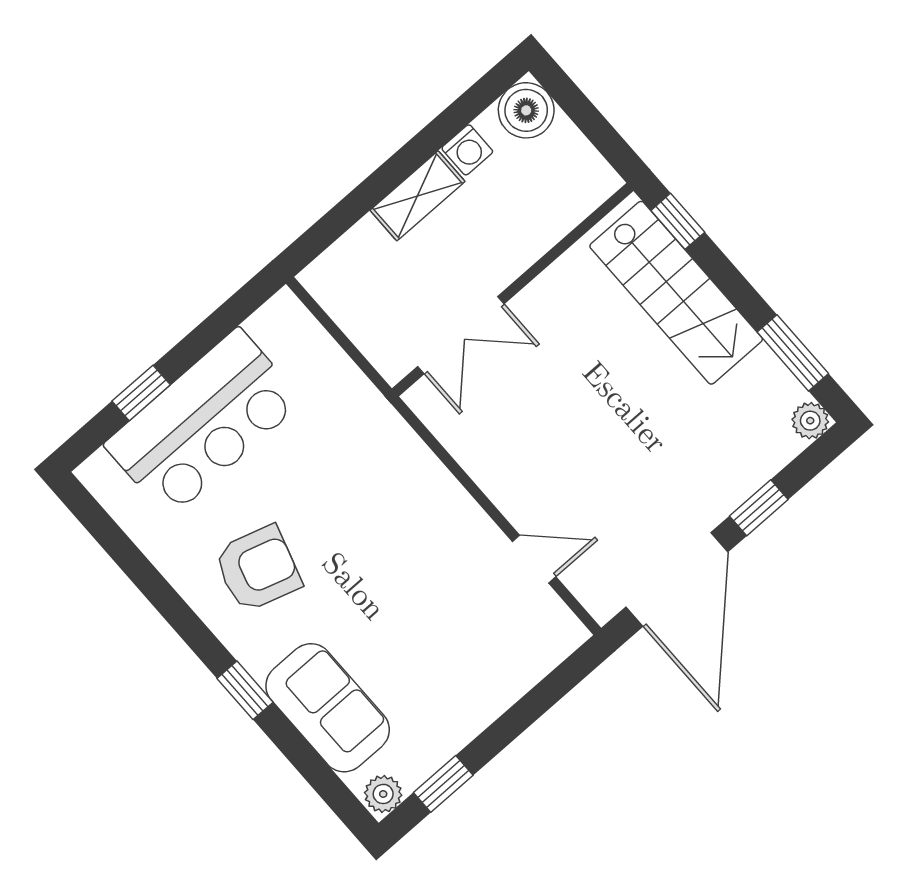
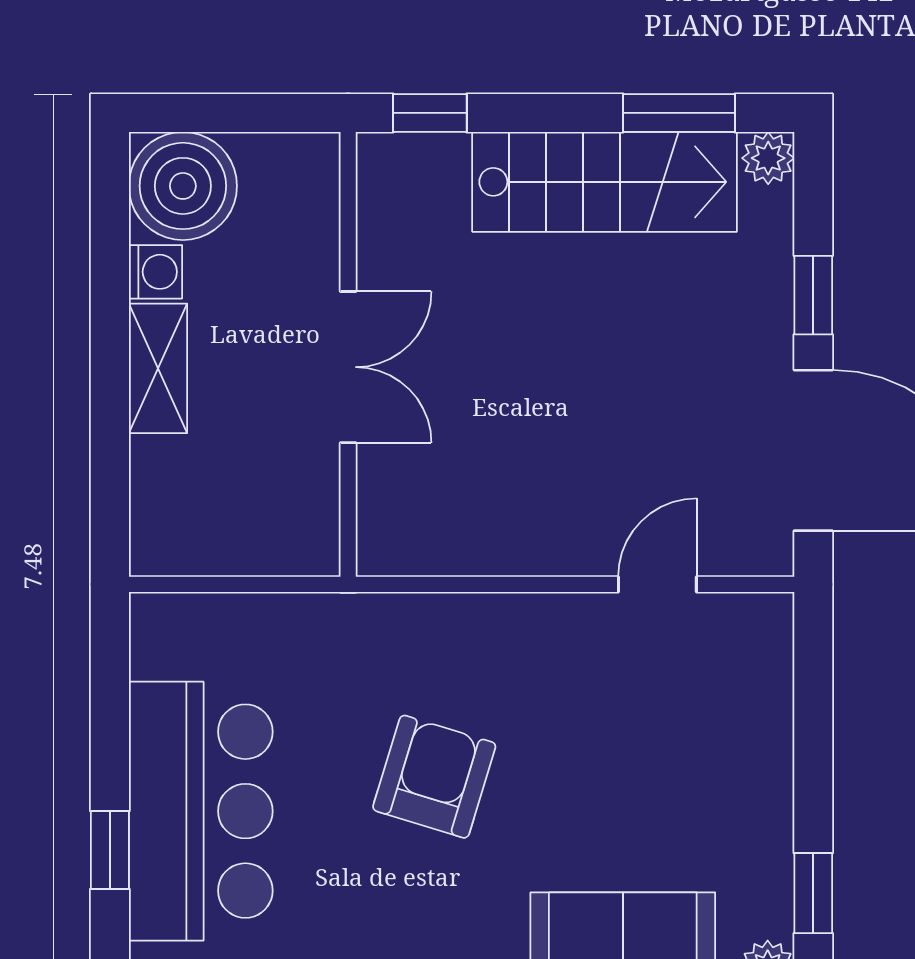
boiler: (526, 110) -> (183, 186), width x1.37, depth x1.37
stairs: (676, 293) -> (605, 182), moved
double door: (461, 335) -> (348, 367), moved
armchair: (258, 569) -> (434, 777), moved

